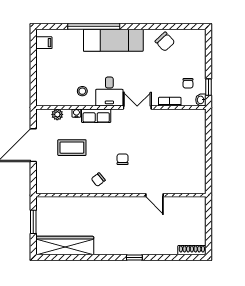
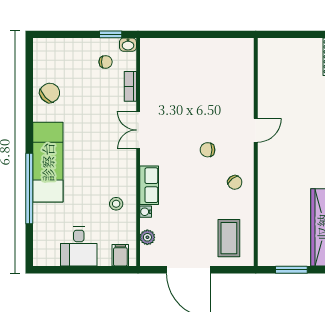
filing cabinet: (44, 43) -> (120, 255), moved
desk: (109, 92) -> (79, 247), moved, turned 90
coffee table: (72, 148) -> (229, 238), moved
door: (155, 195) -> (256, 130), moved

